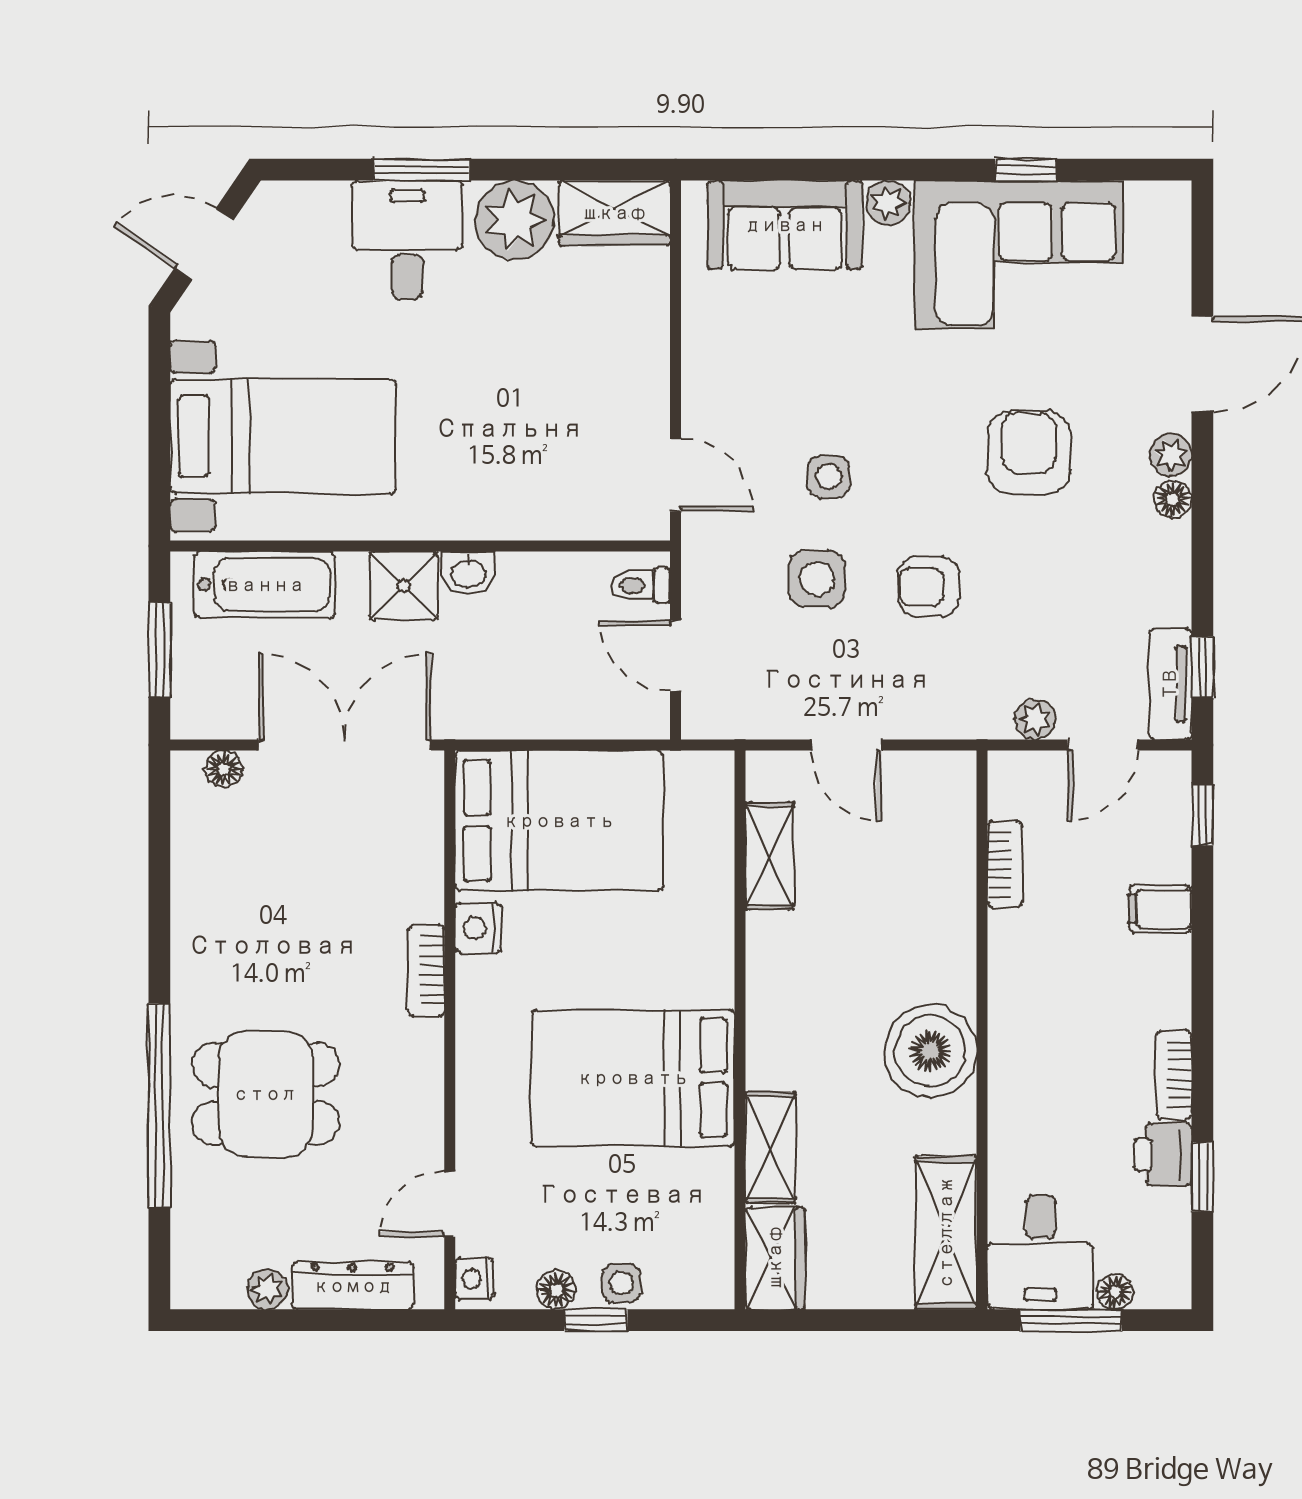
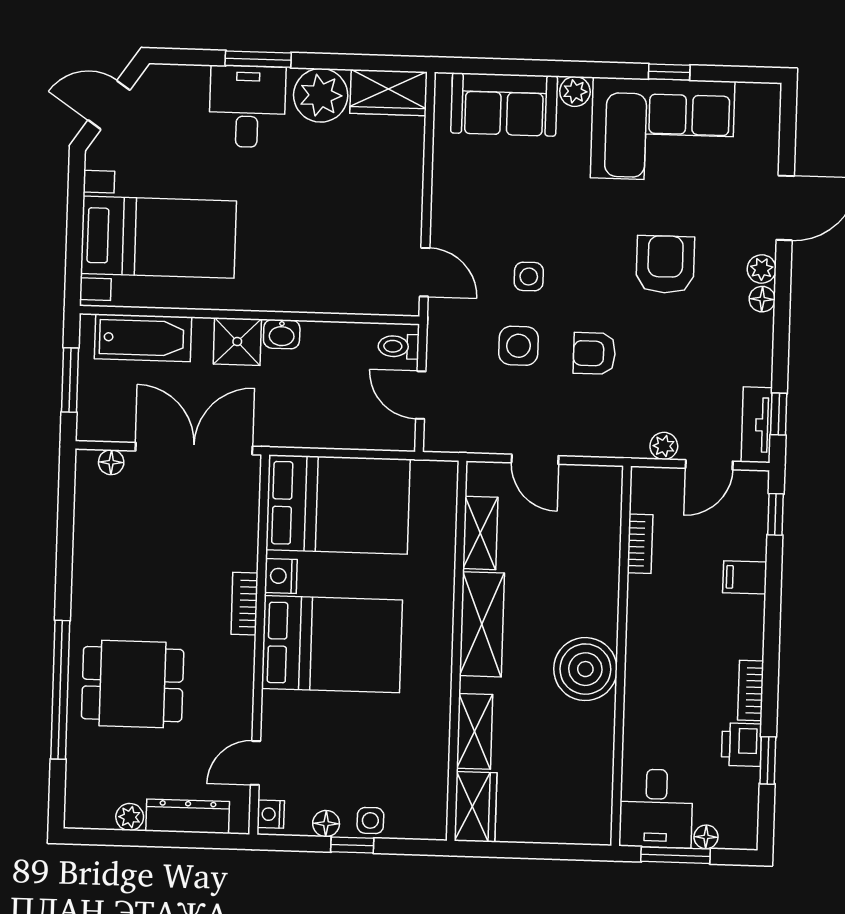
bed: (633, 1078) -> (332, 644), moved, turned 180
shelving: (946, 1233) -> (482, 624), moved

